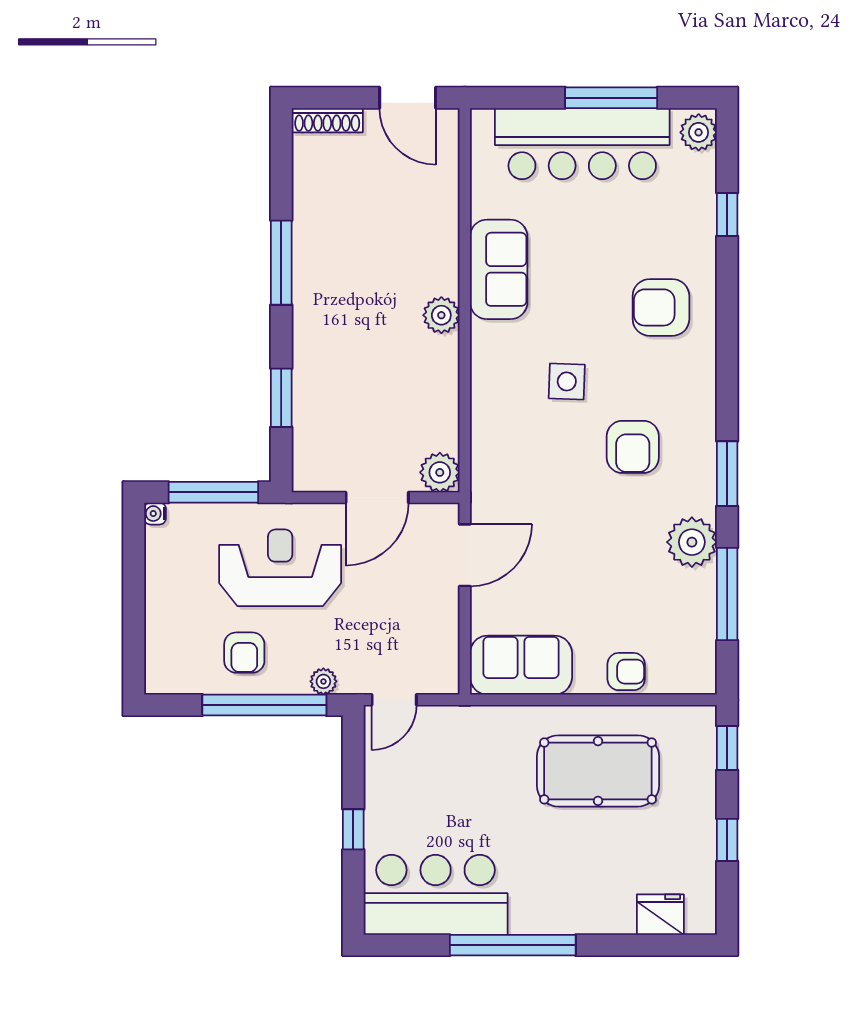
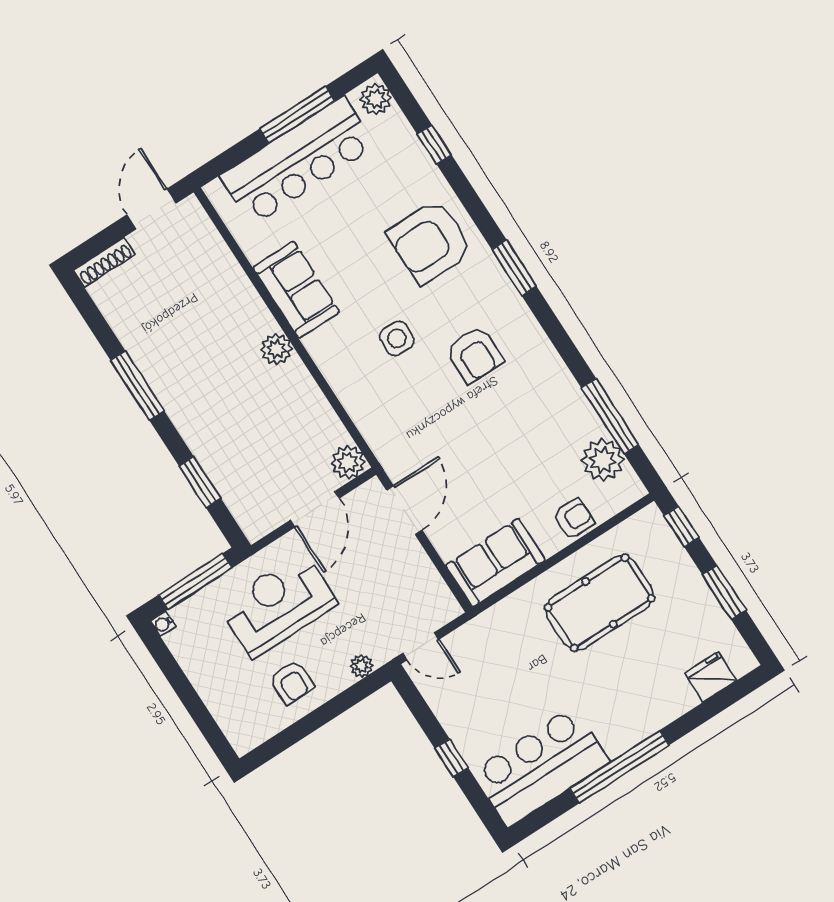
door: (408, 98) -> (151, 209), swing flipped
armchair: (661, 307) -> (430, 242), width x1.36, depth x1.36
window: (727, 474) -> (514, 268), moved
plant: (692, 542) -> (603, 460), moved
door: (394, 700) -> (421, 646), hinge flipped
window: (264, 705) -> (330, 710), removed
window: (727, 840) -> (724, 592), width x1.50

